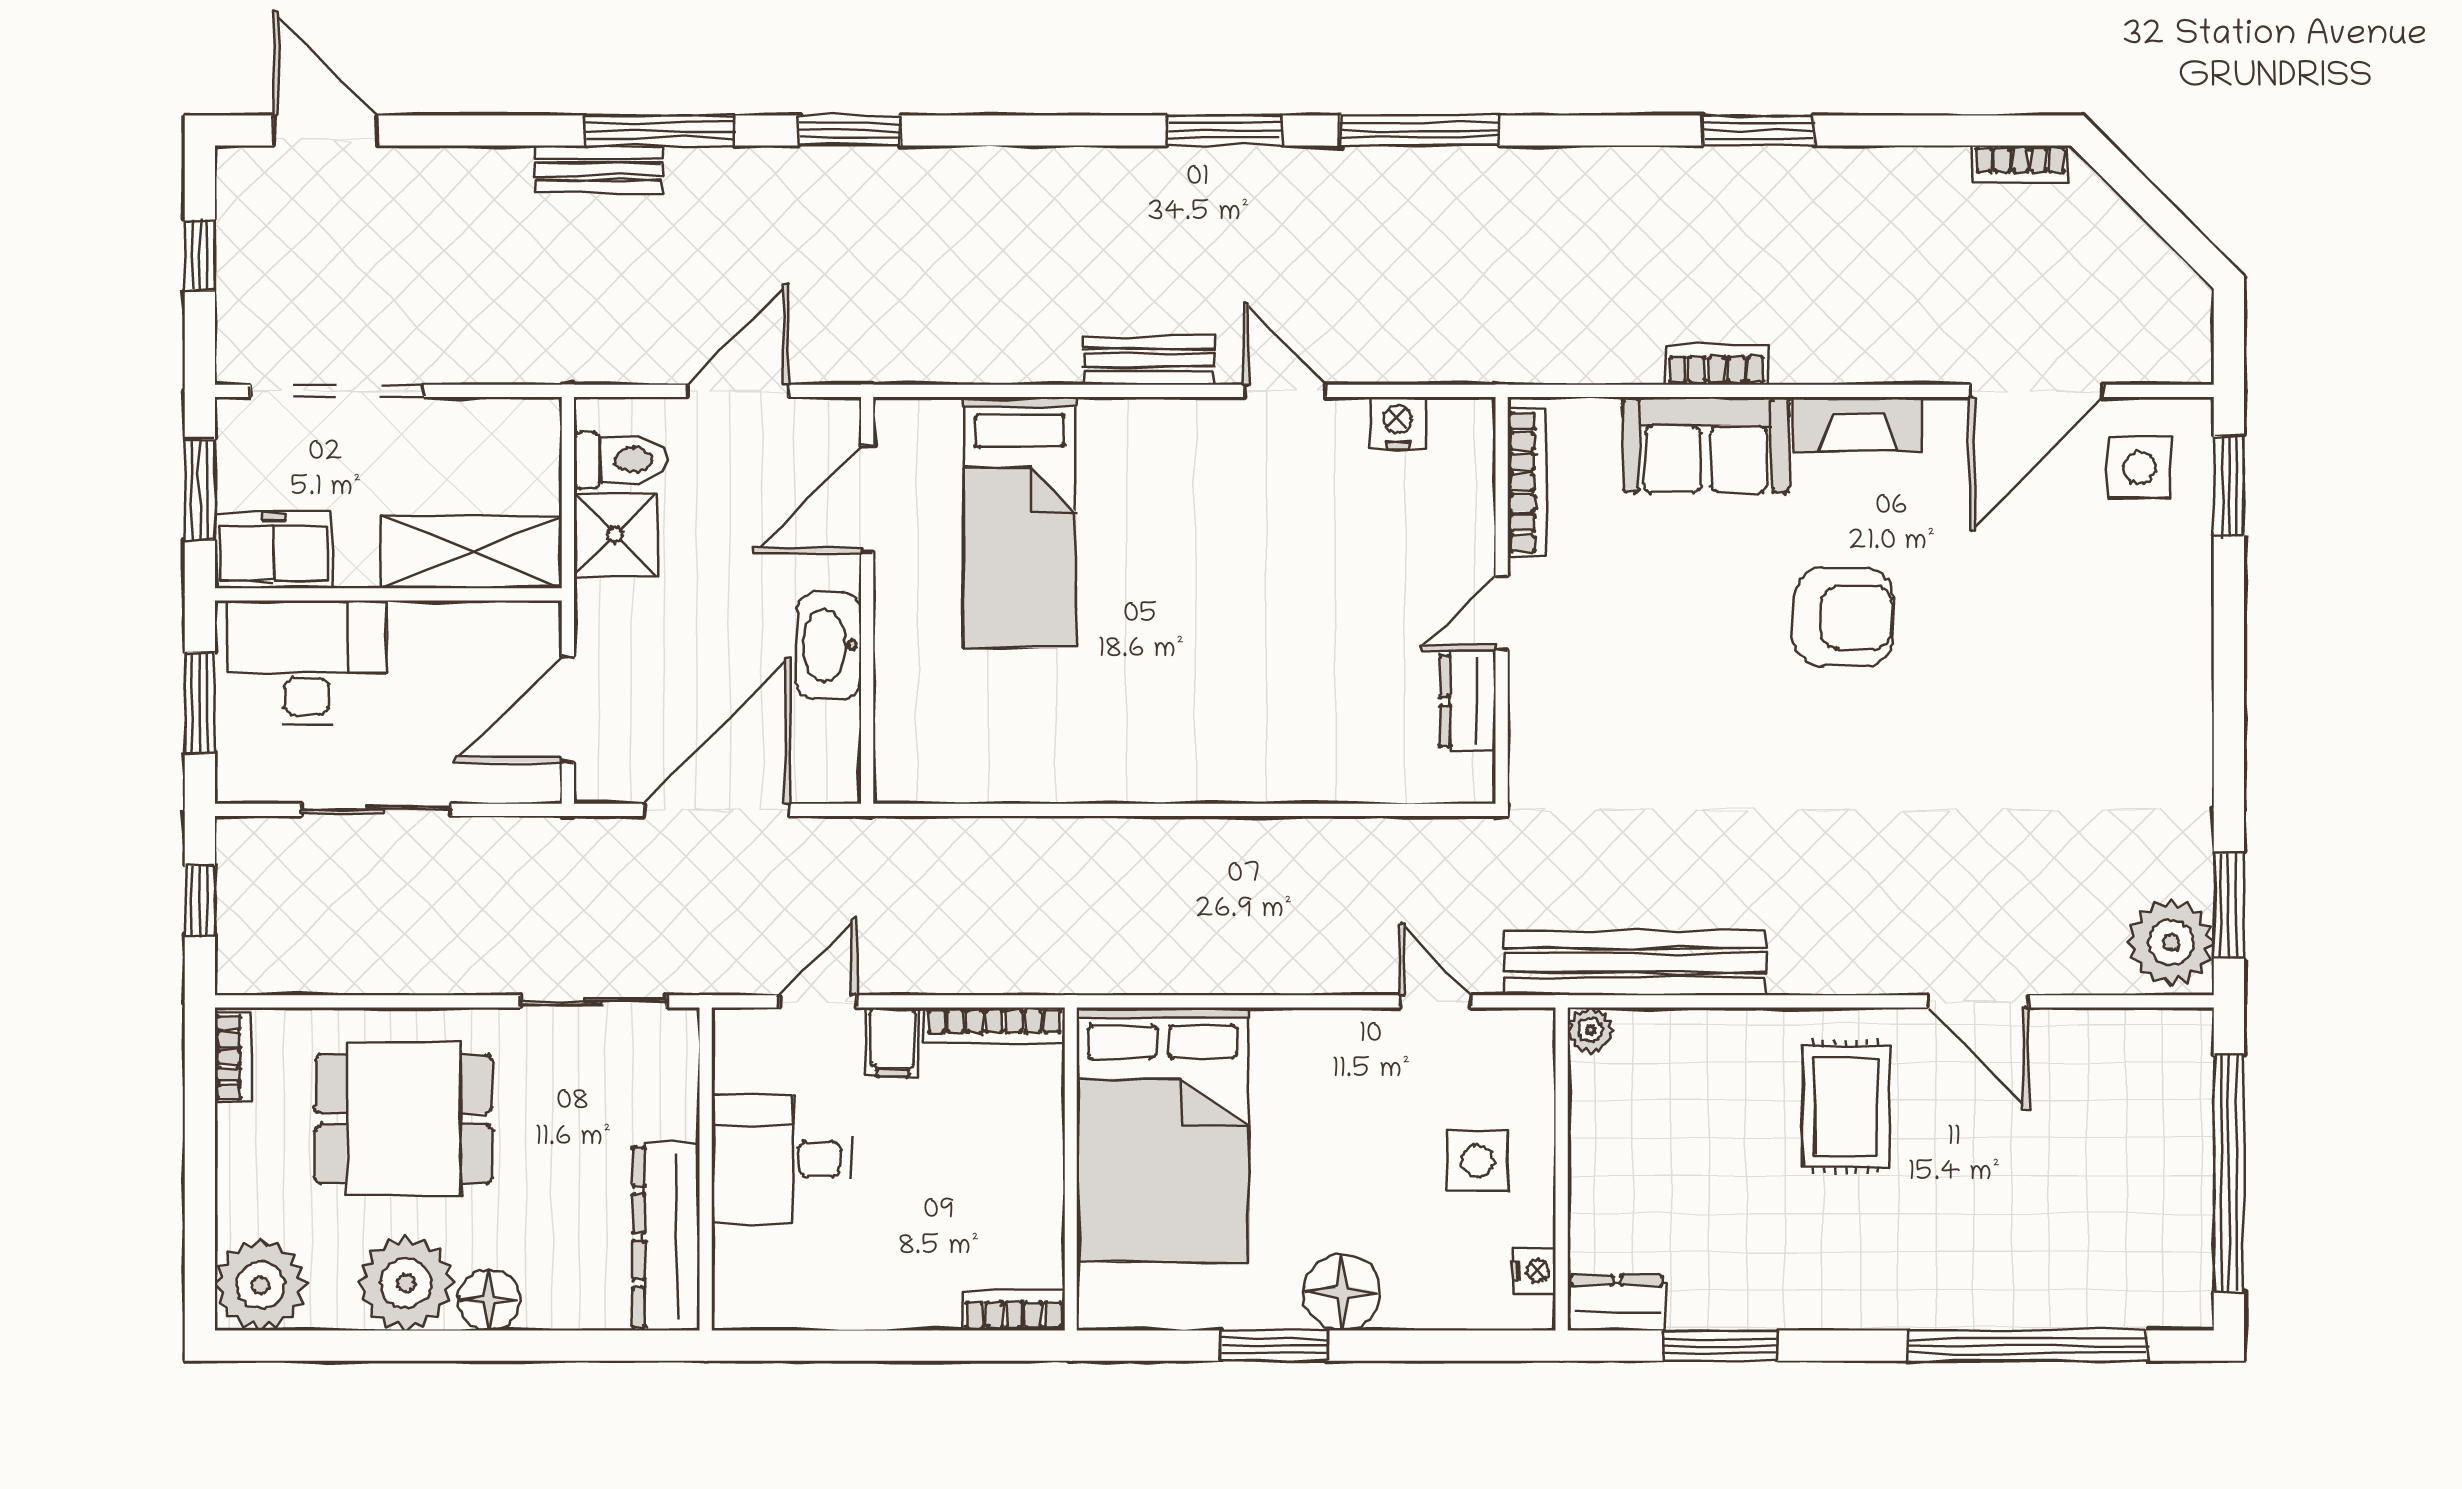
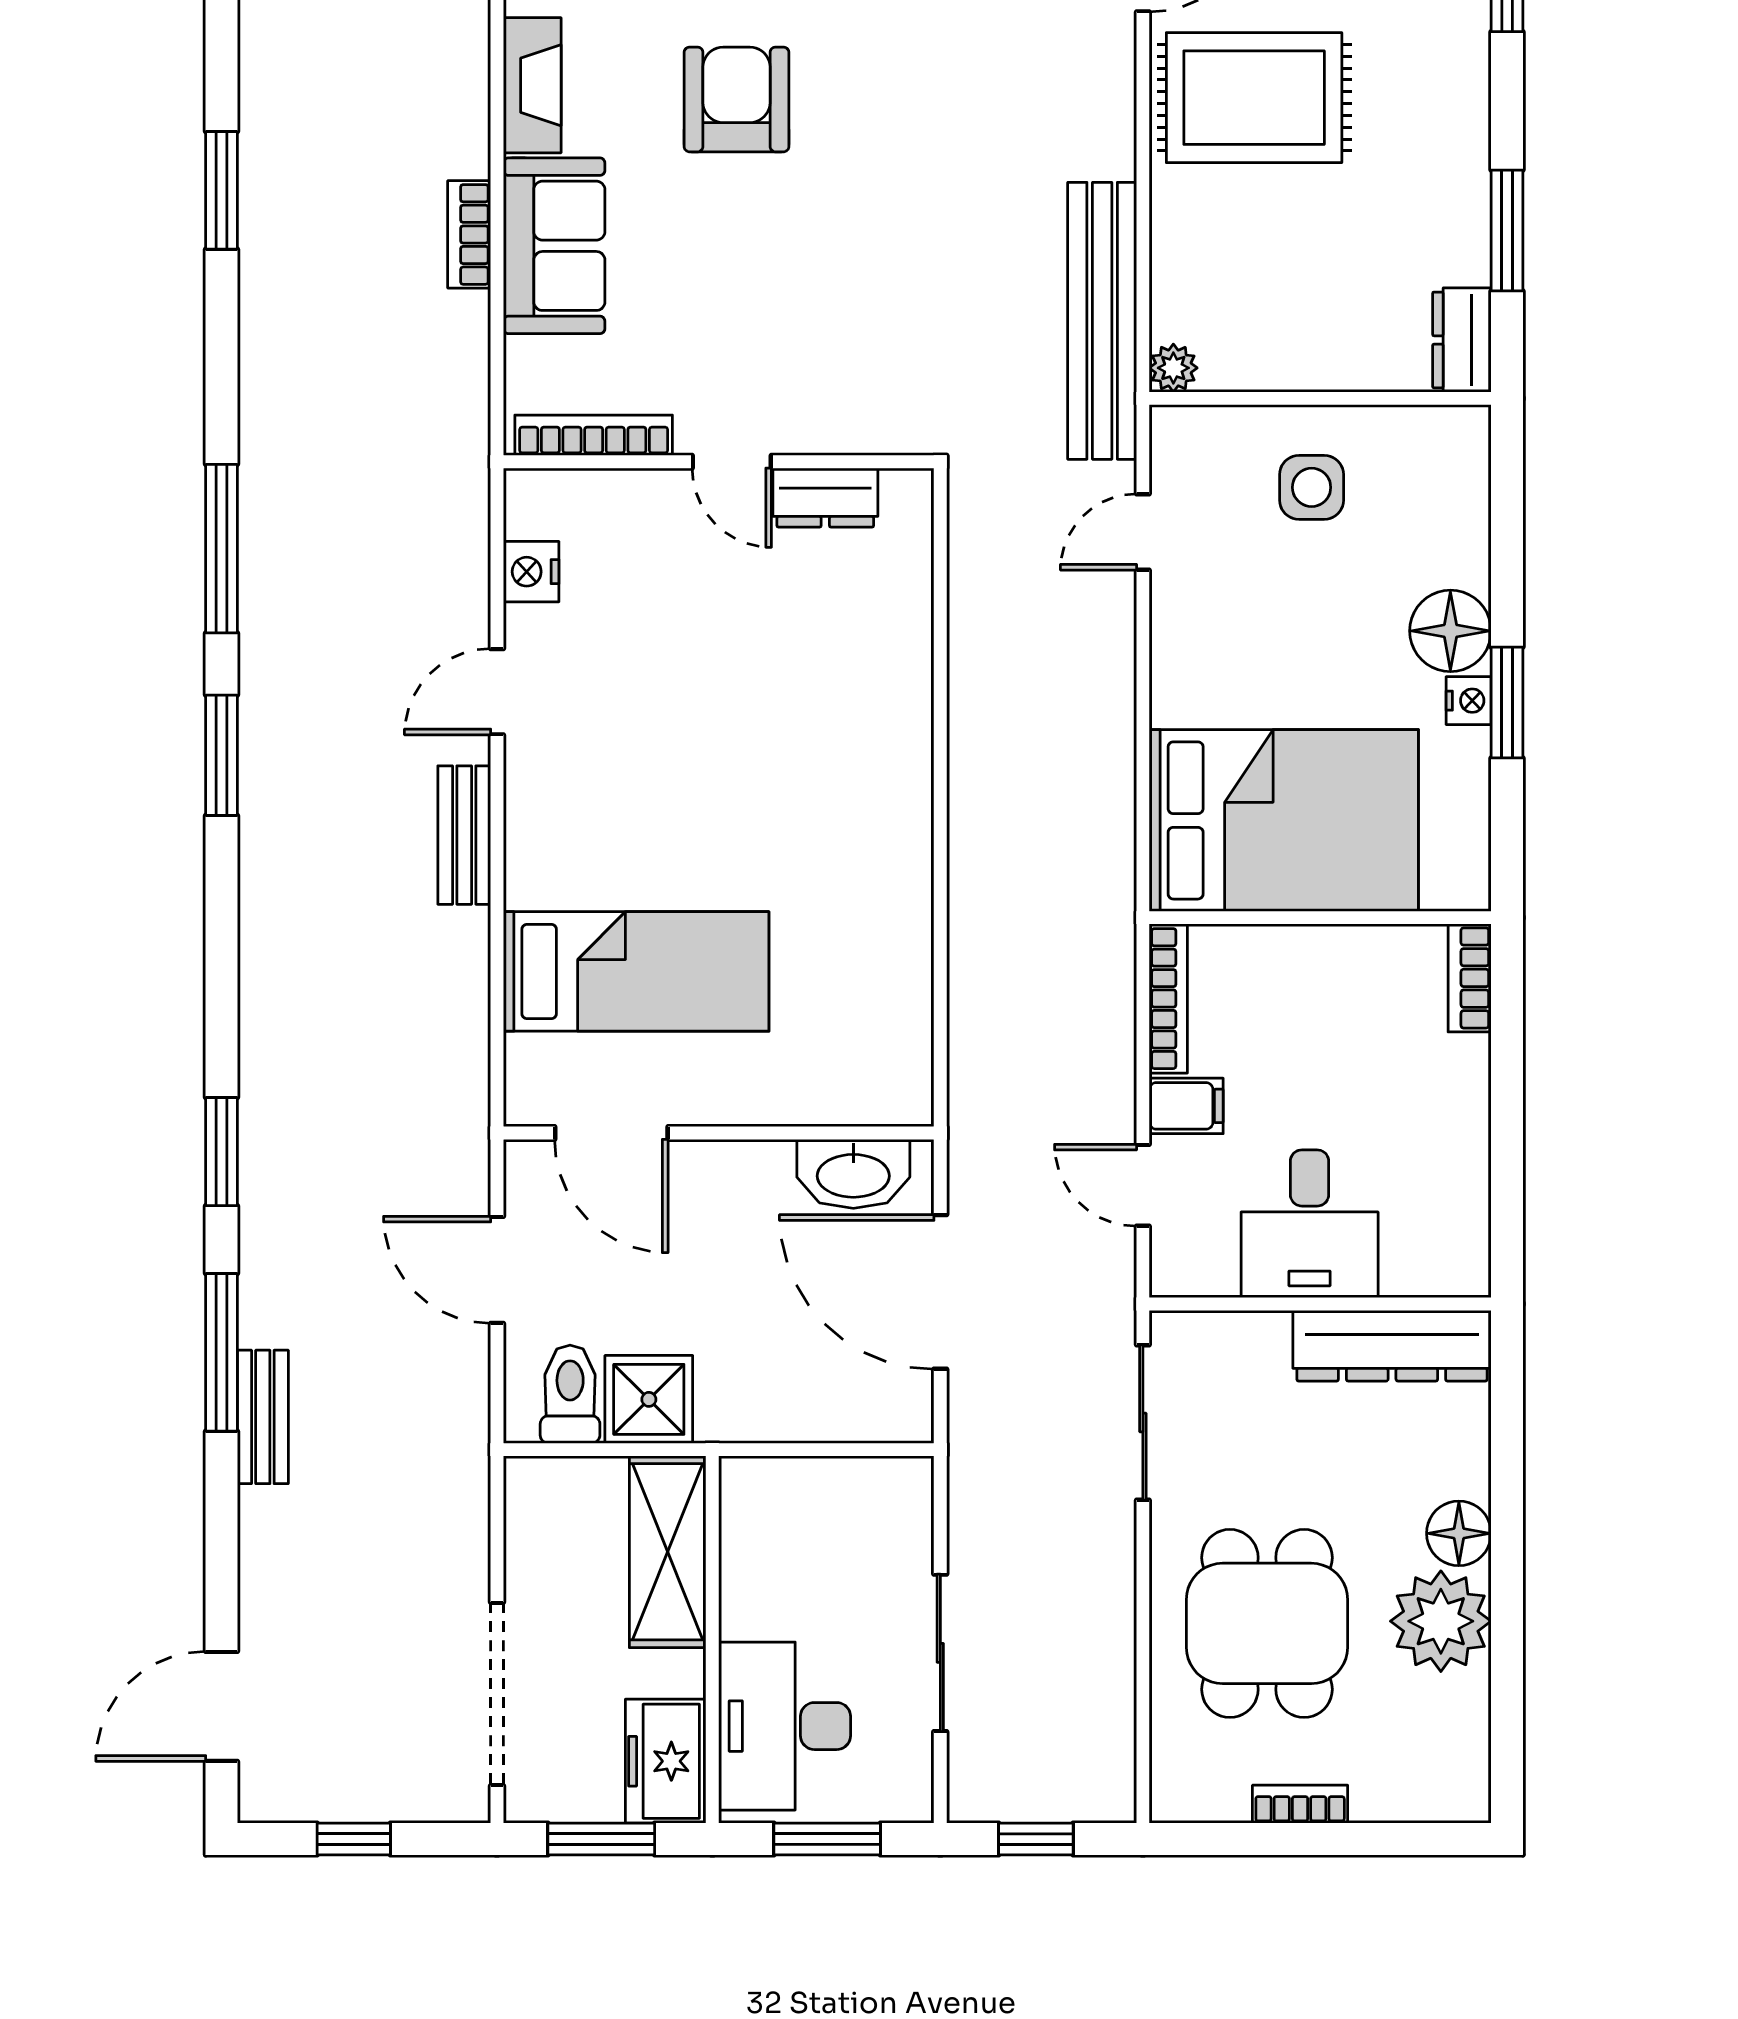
washbasin: (829, 645) -> (853, 1174), moved
door: (568, 709) -> (834, 1450), removed
bookcase: (233, 1057) -> (1300, 1804), moved
rug: (1846, 1106) -> (1254, 98), width x1.36, depth x1.43
nightstand: (1534, 1271) -> (1469, 701), moved, turned 90
plant: (260, 1285) -> (1443, 1775), removed

